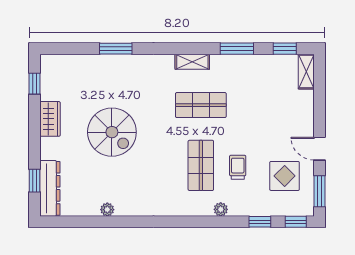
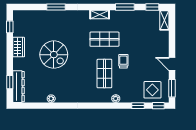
trolley: (238, 167) -> (123, 61), moved
display table: (285, 176) -> (152, 90), moved

